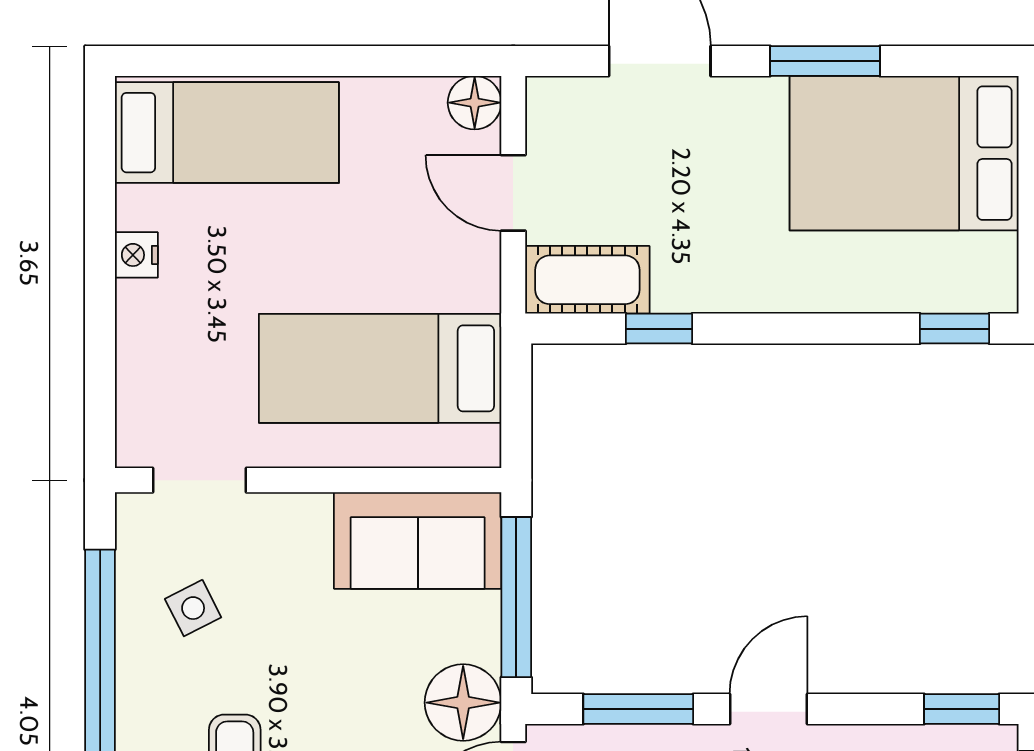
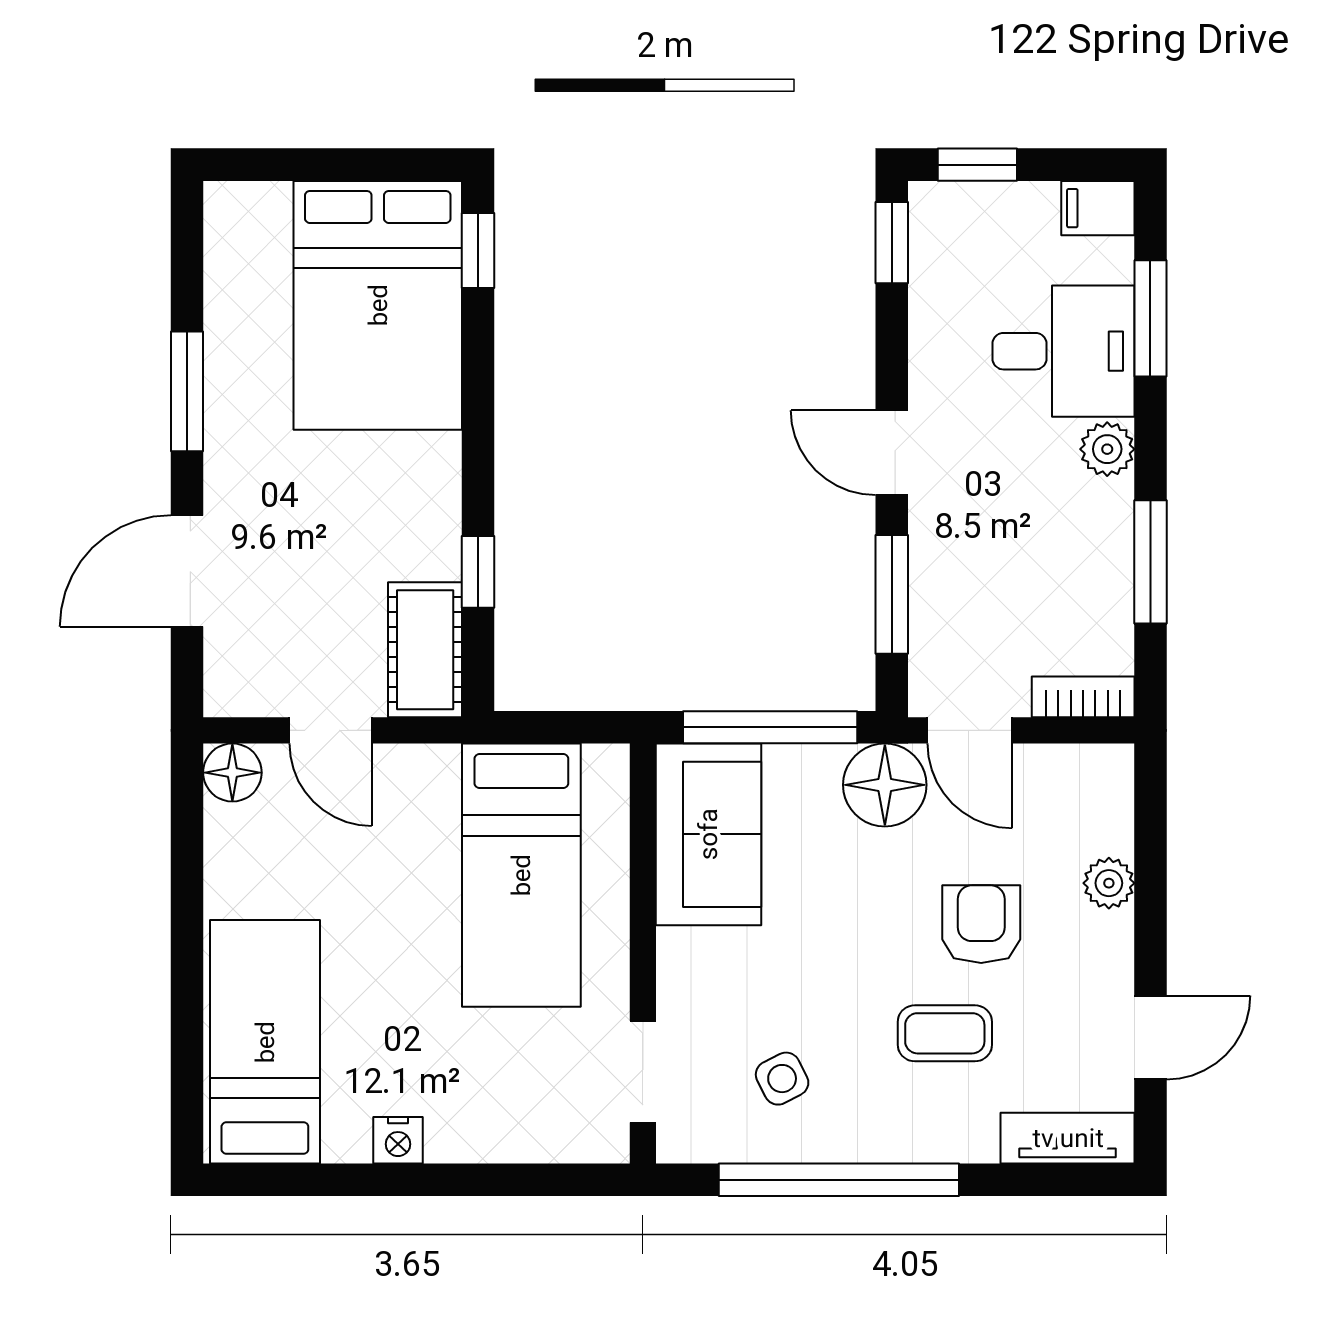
bed: (904, 153) -> (378, 305), moved
door: (513, 193) -> (330, 730), hinge flipped

